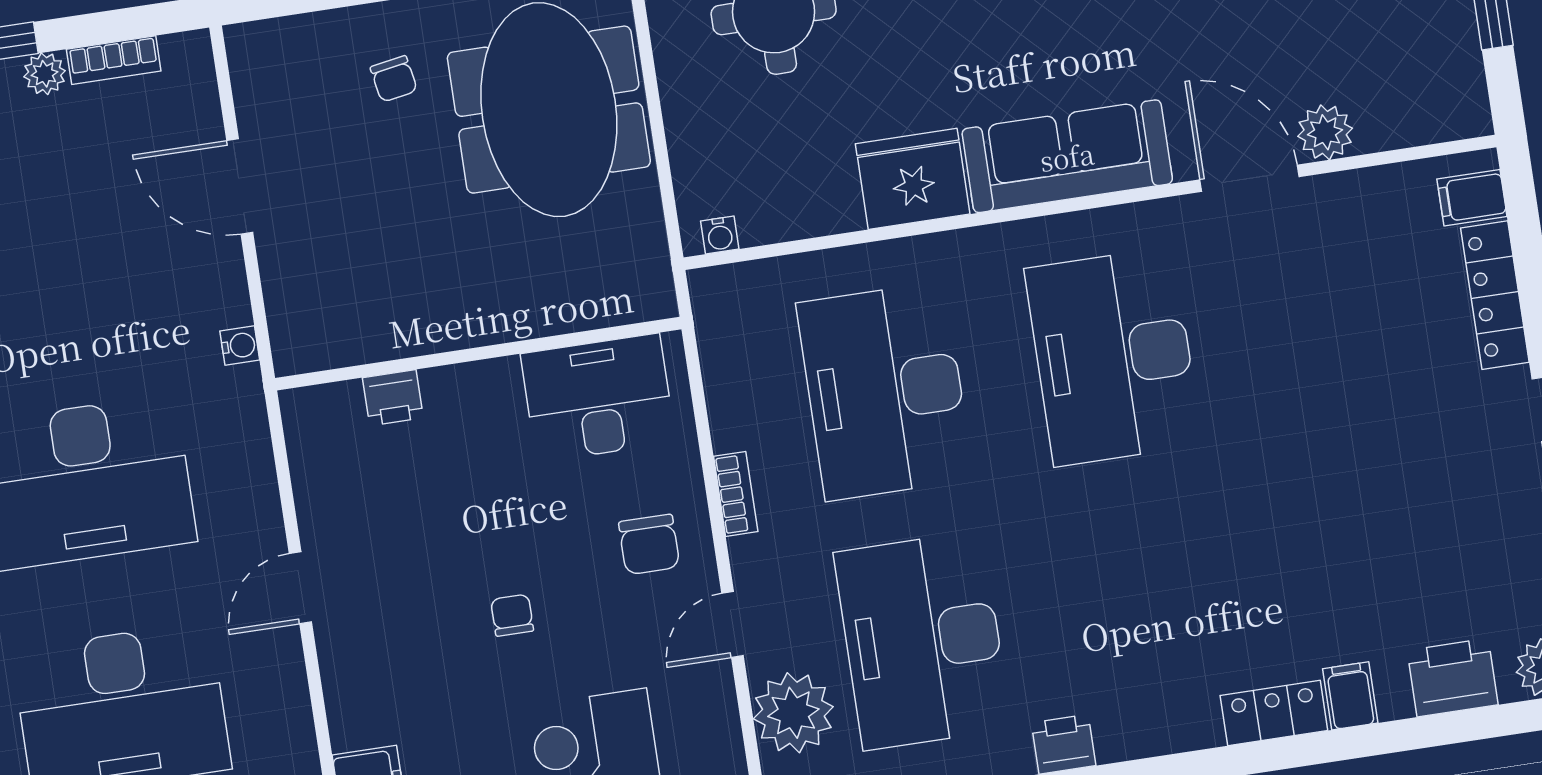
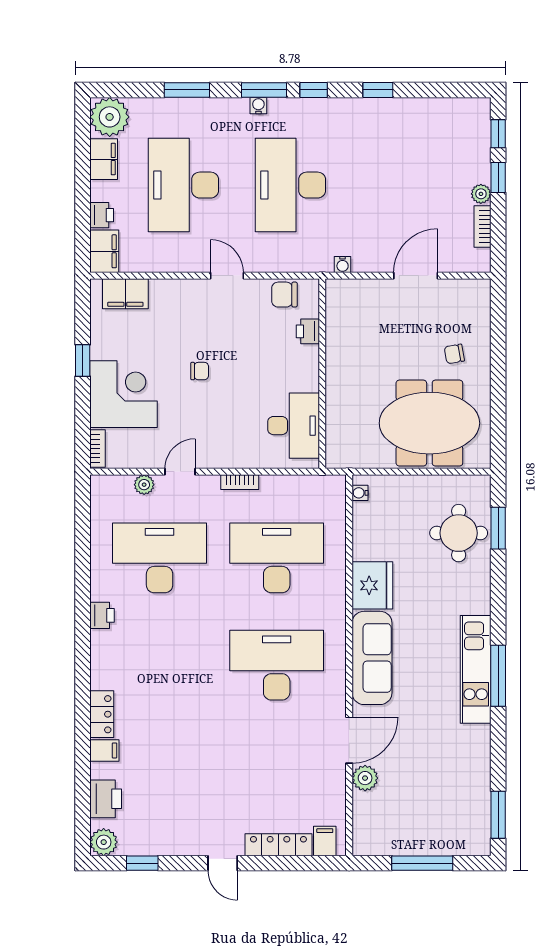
chair: (649, 544) -> (284, 295), moved
door: (733, 625) -> (180, 472), hinge flipped
plant: (793, 713) -> (144, 485), width x0.53, depth x0.53

